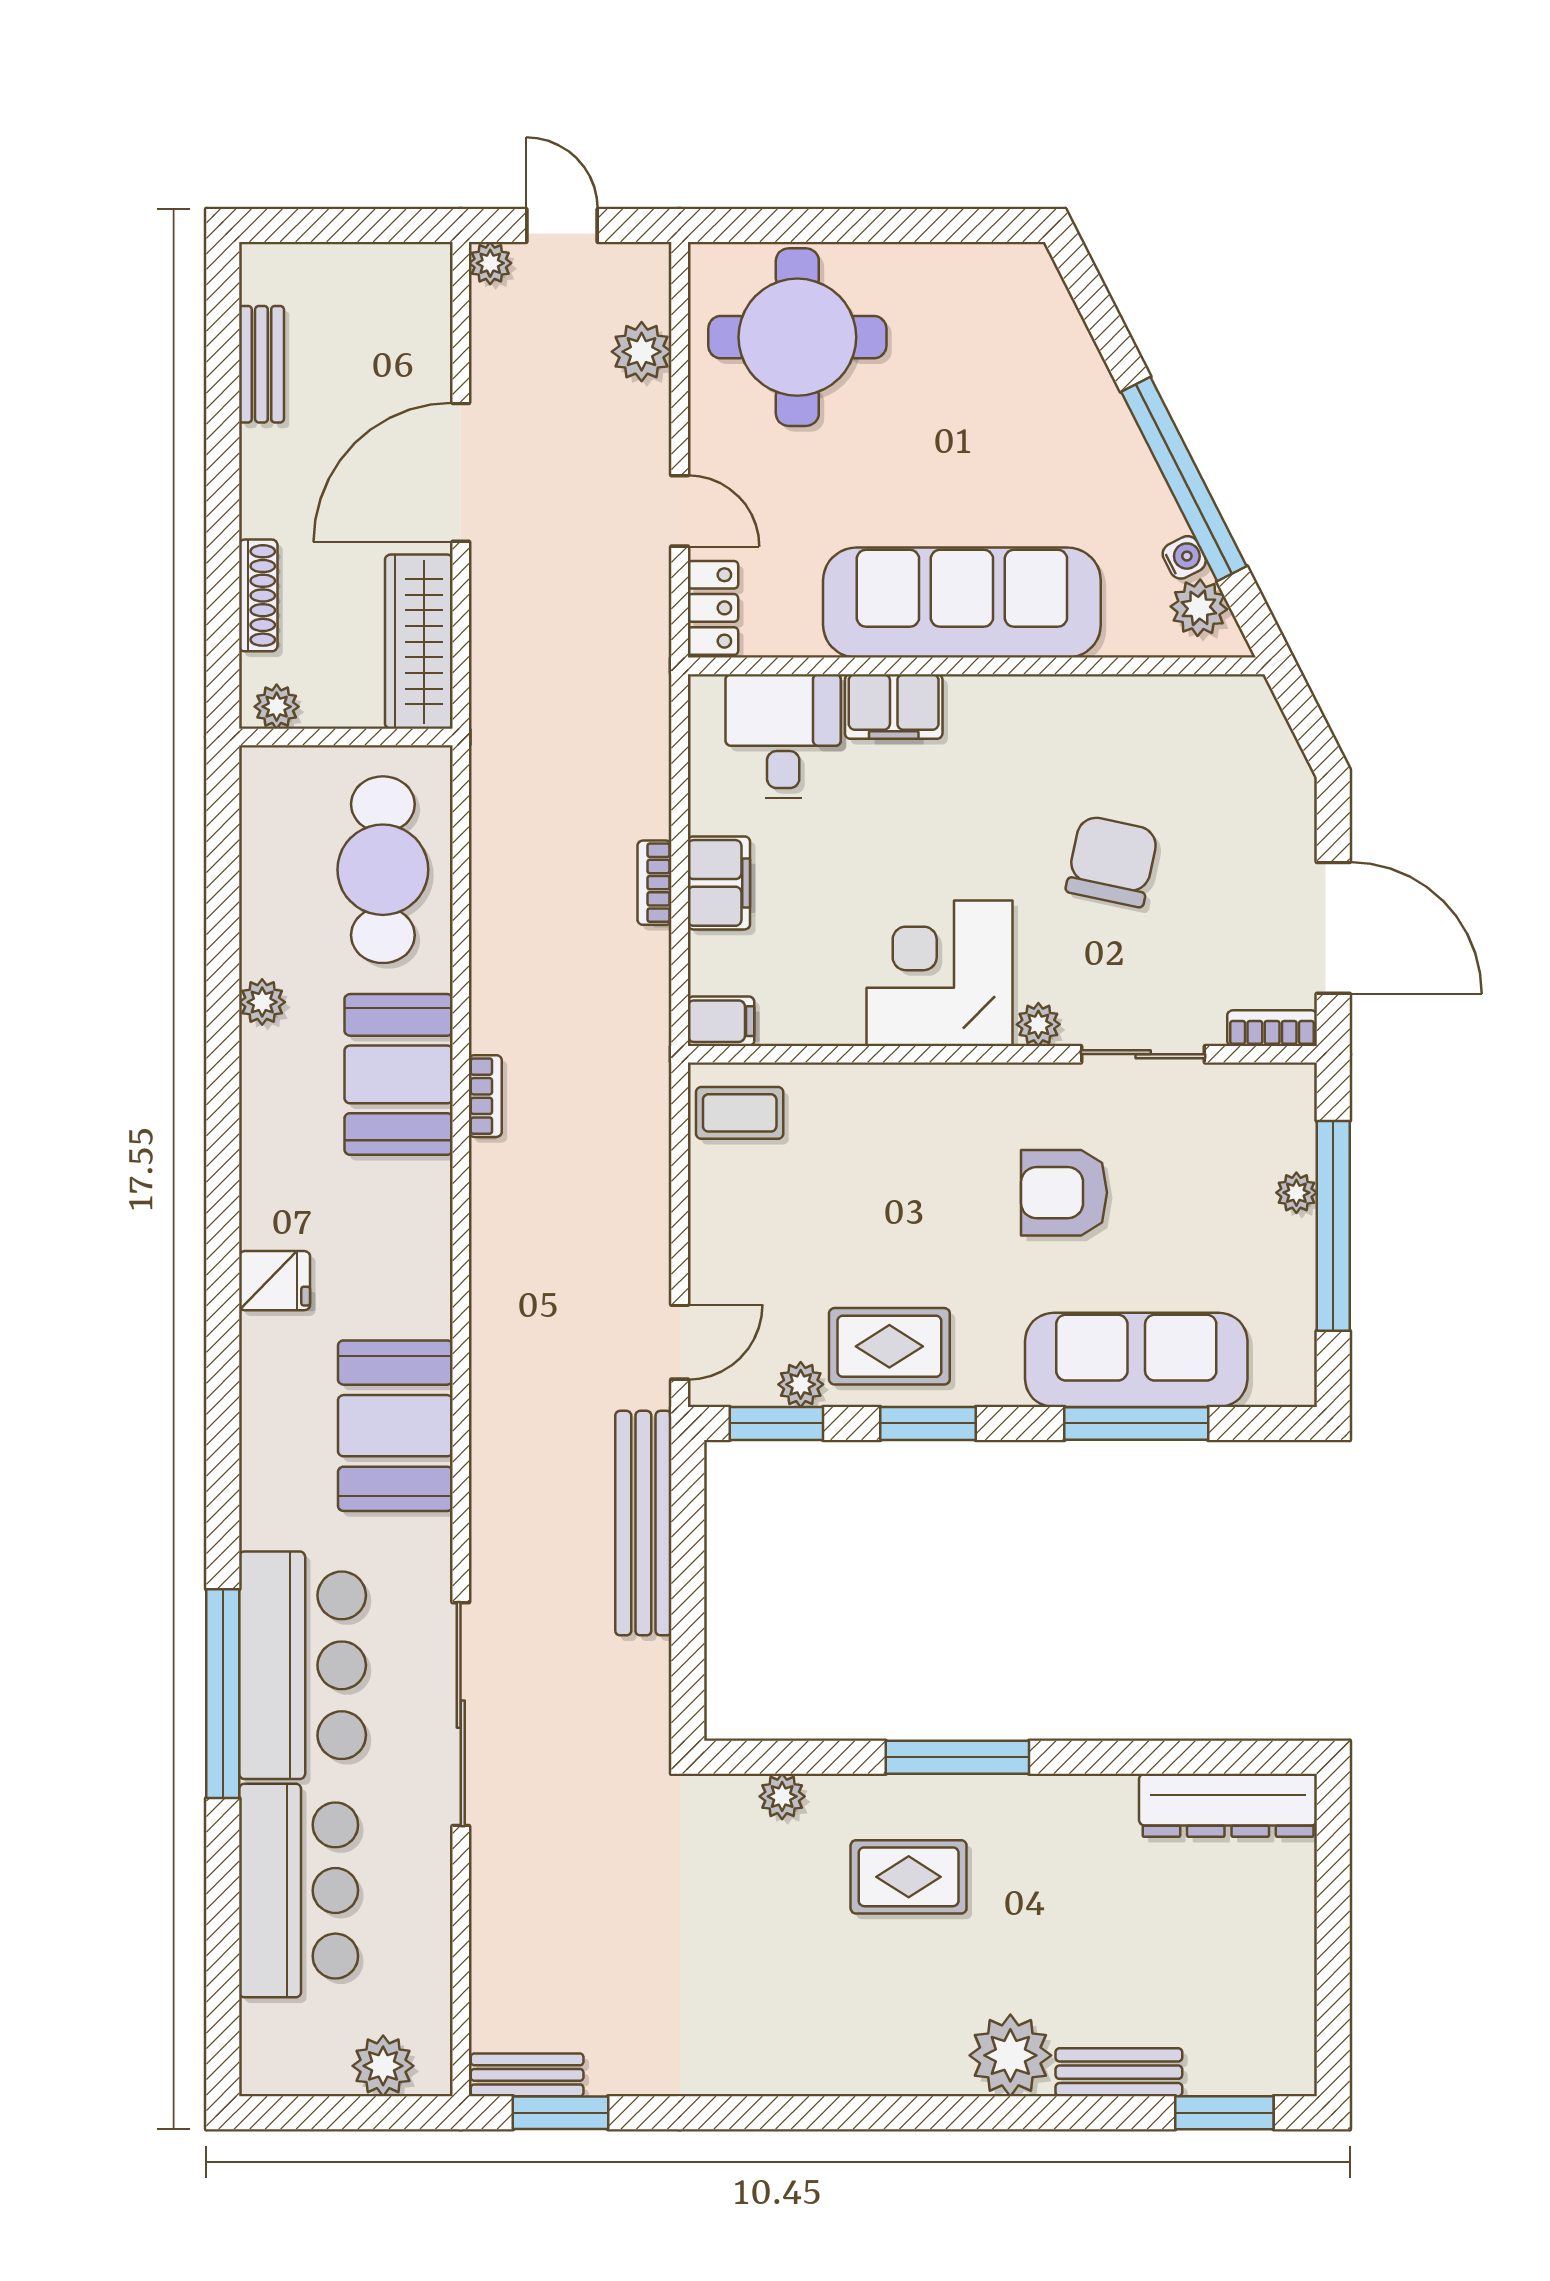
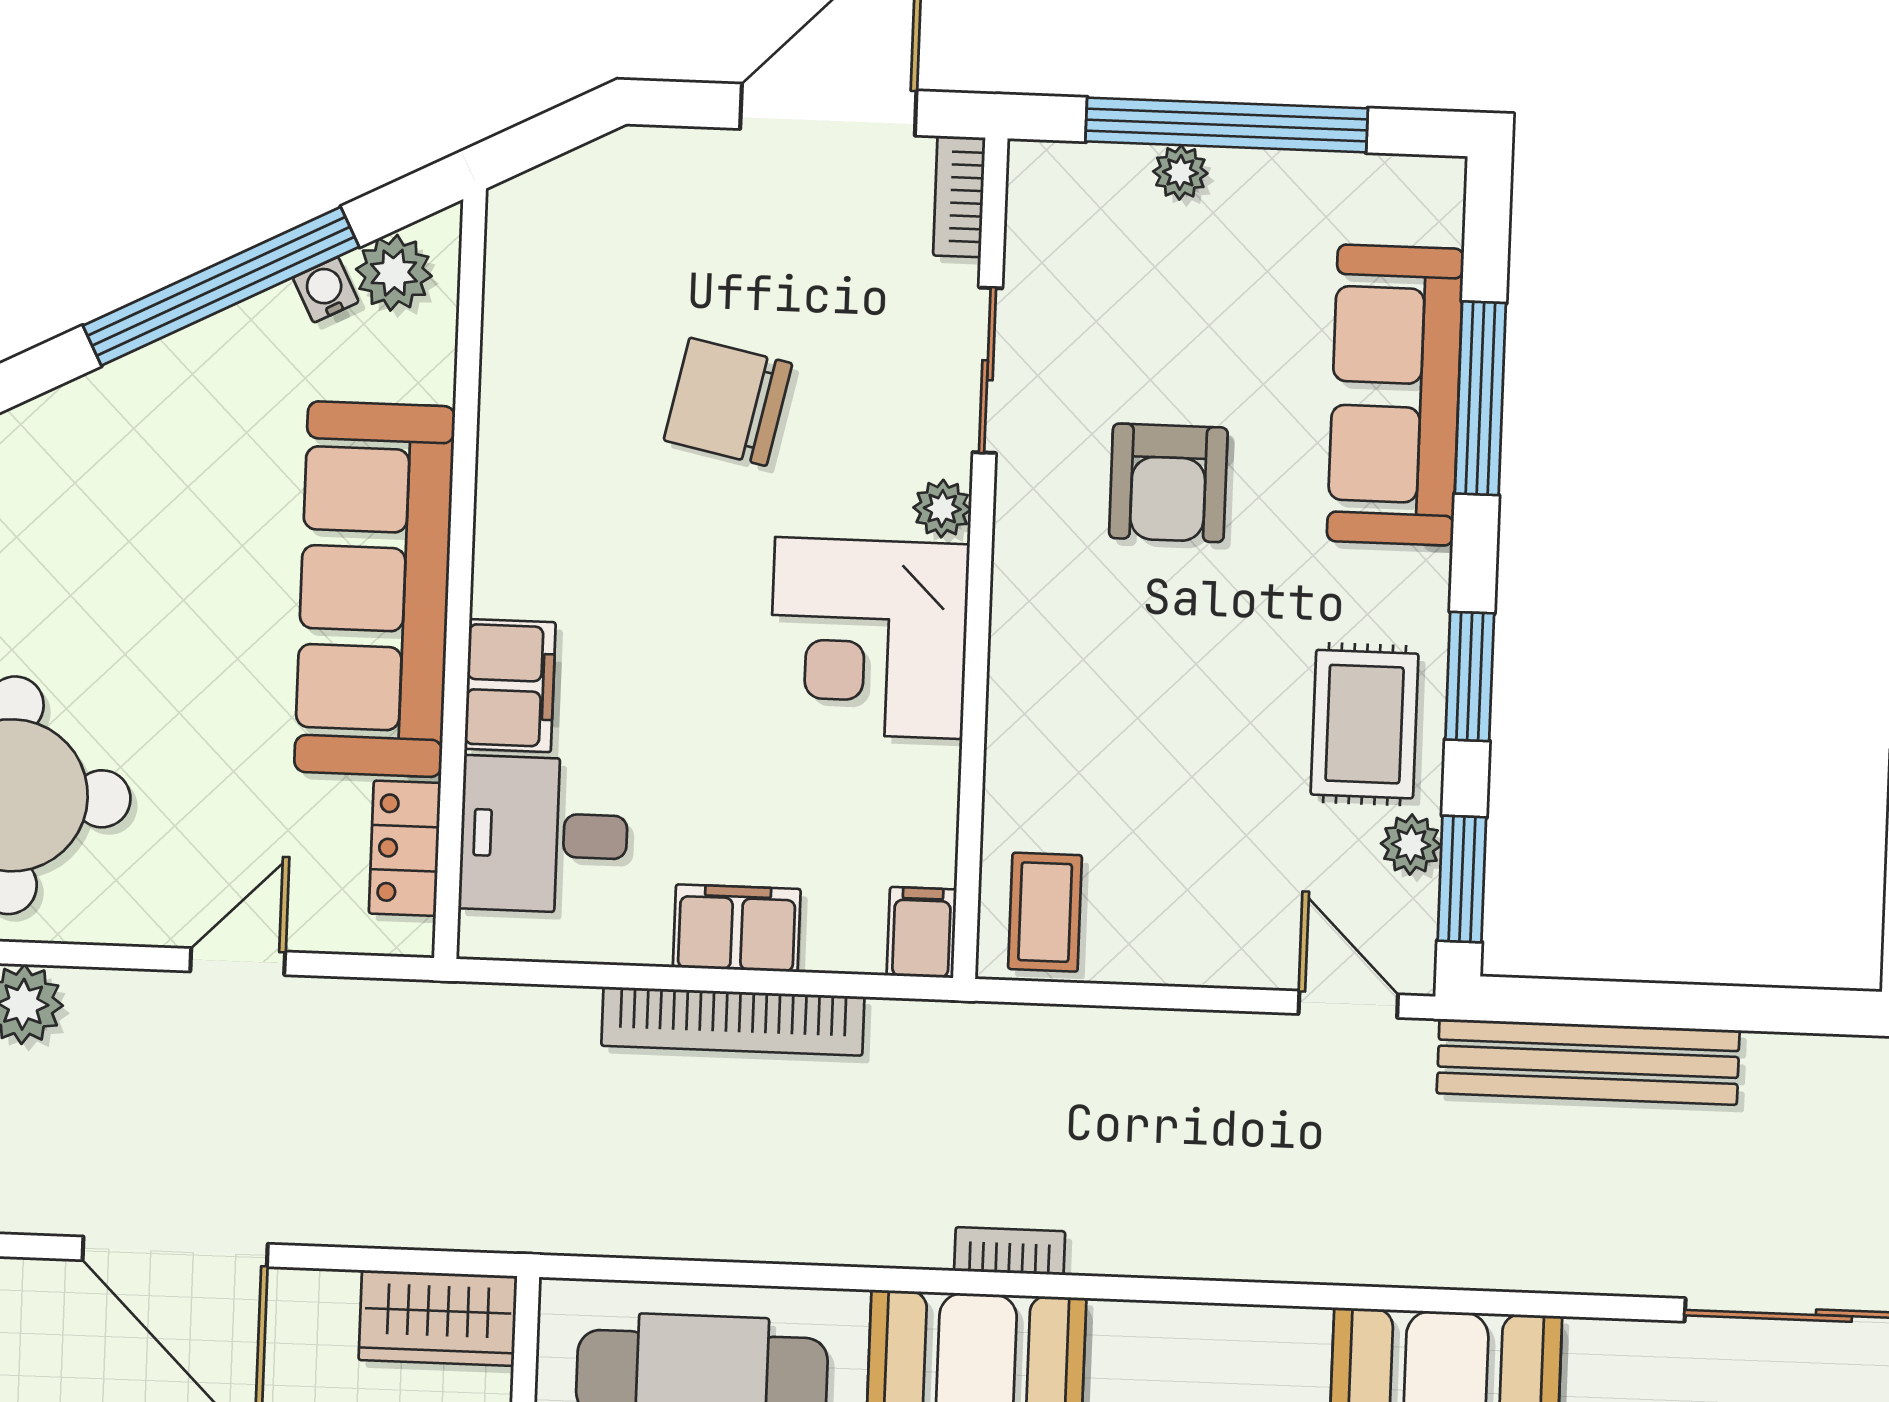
locker: (713, 608) -> (405, 848), moved, turned -90
wardrobe: (419, 642) -> (438, 1318), width x0.67
bookcase: (654, 883) -> (733, 1021), width x2.31, depth x1.31

